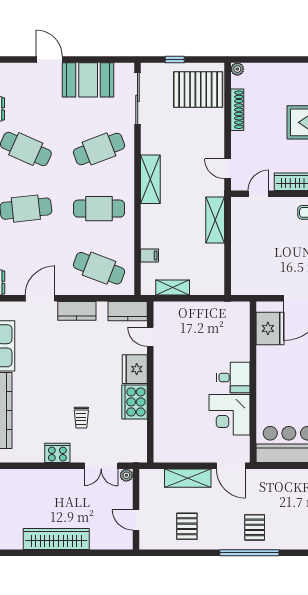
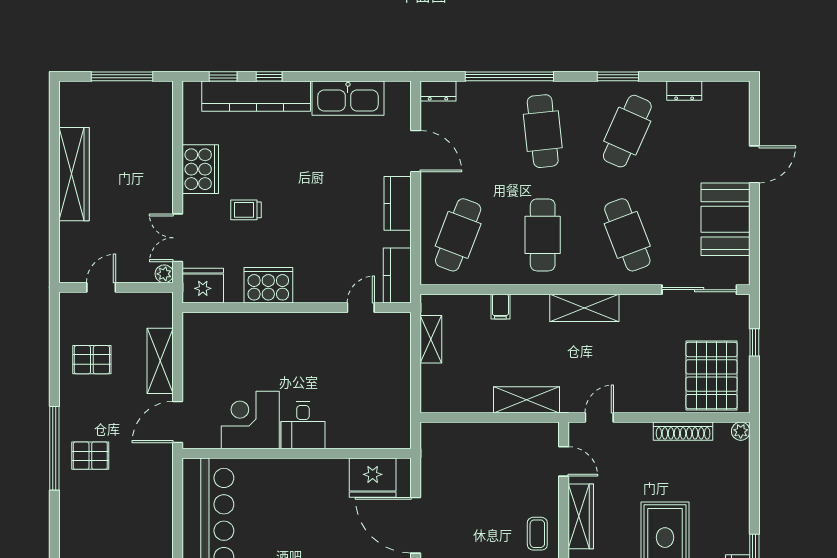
filing cabinet: (150, 255) -> (500, 307), moved
fridge: (135, 369) -> (203, 286), moved
cooker: (57, 453) -> (200, 169), width x1.37, depth x1.31

